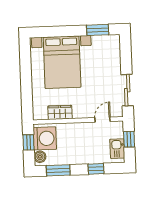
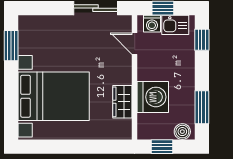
washing machine: (118, 132) -> (152, 24), added
washing machine: (45, 138) -> (153, 97), moved, turned 90
window: (96, 169) -> (202, 40), moved

